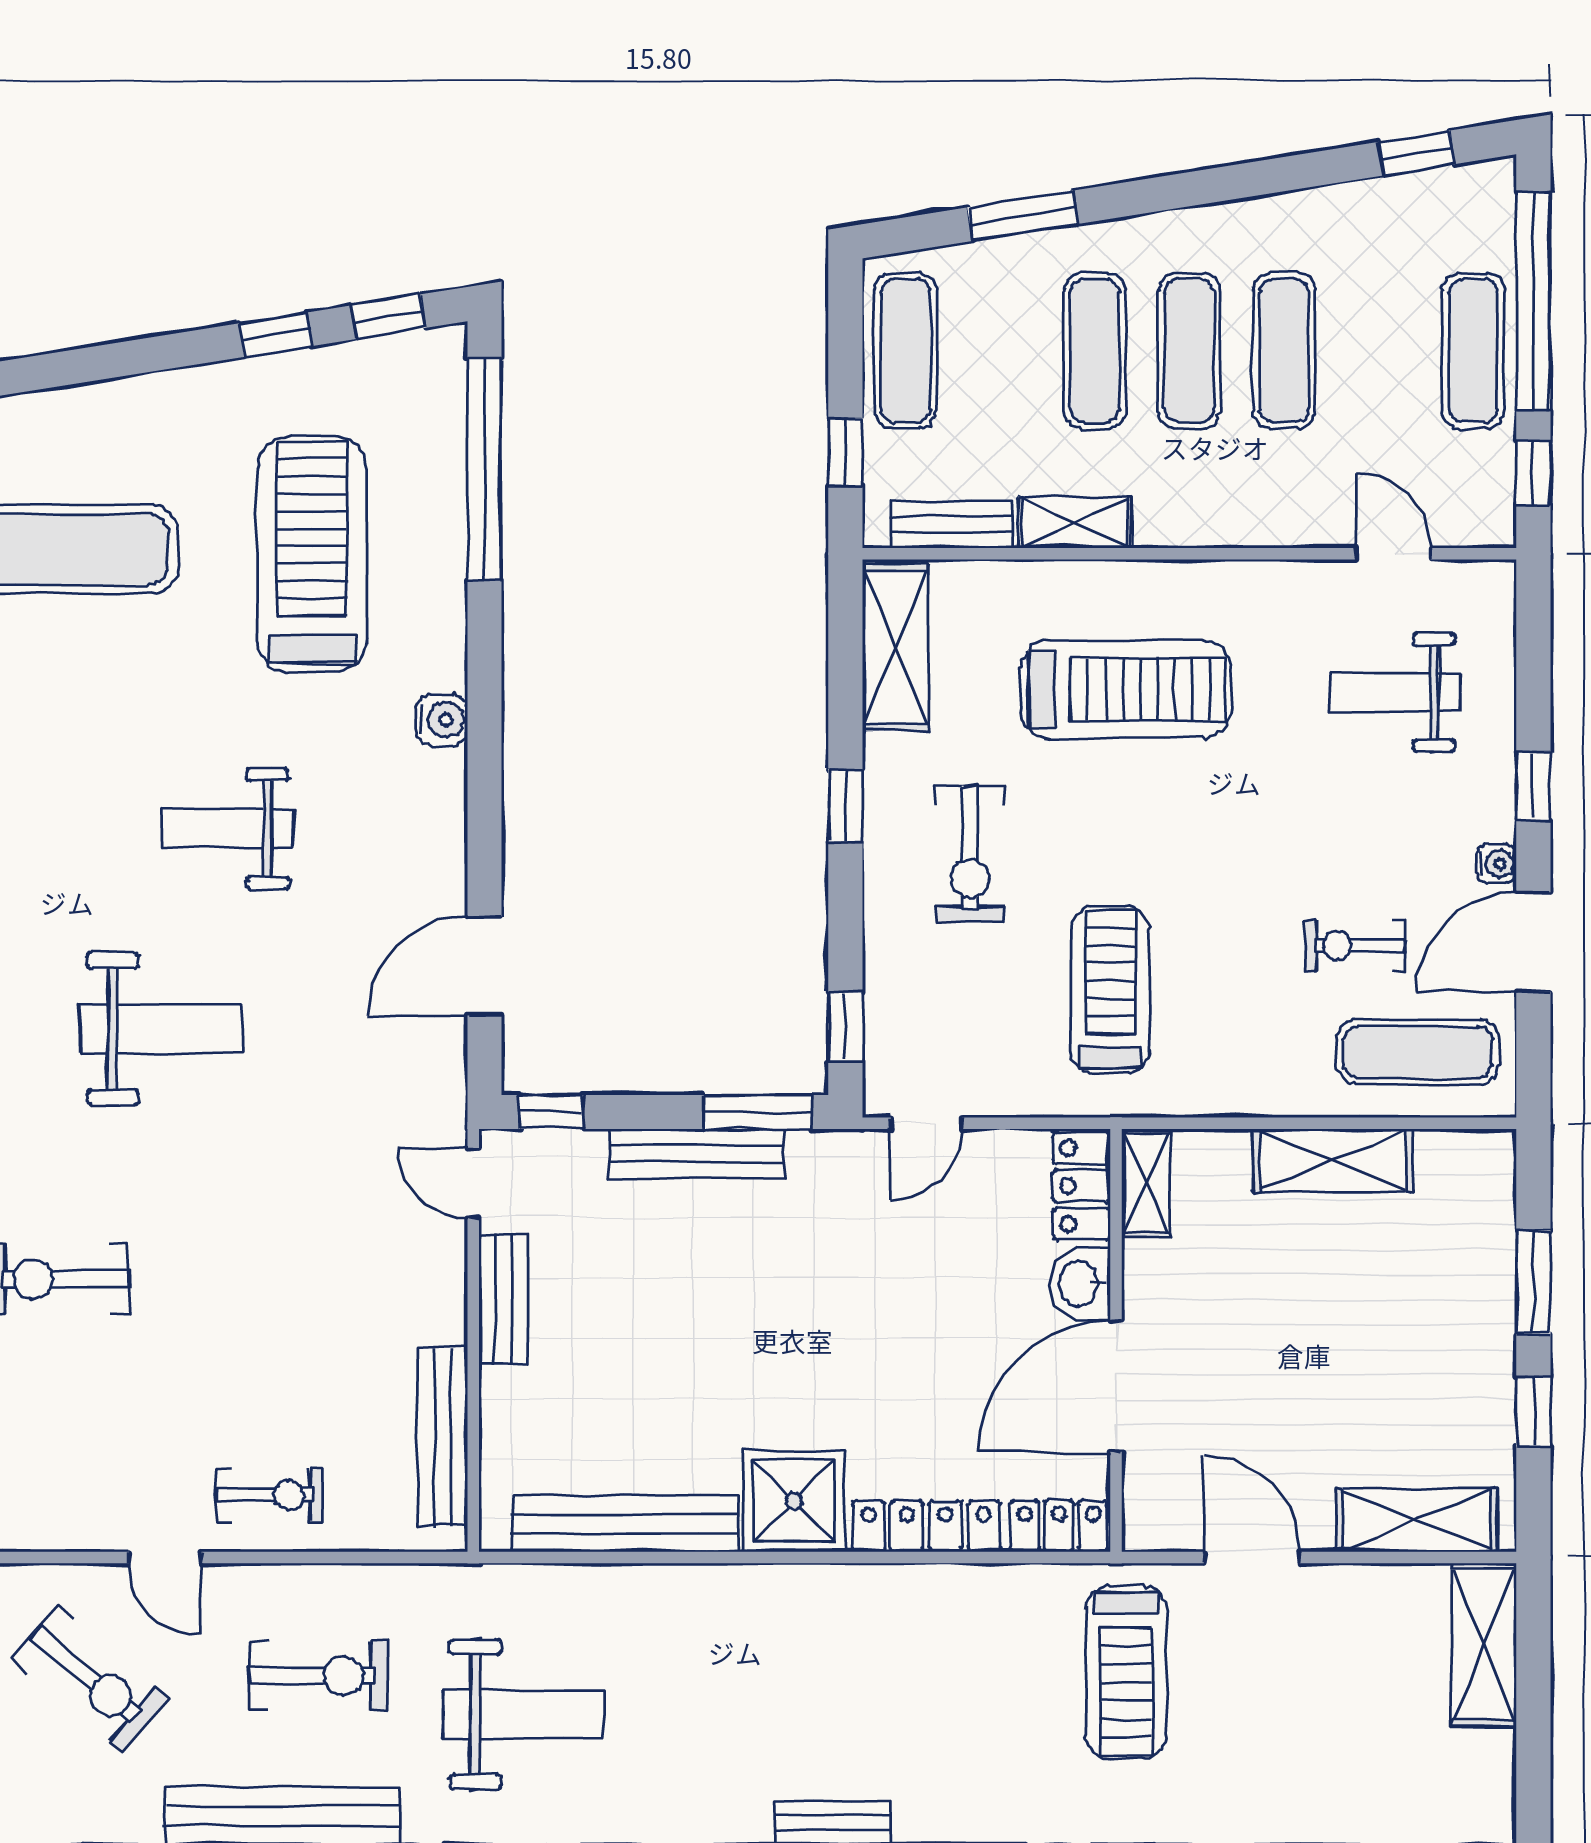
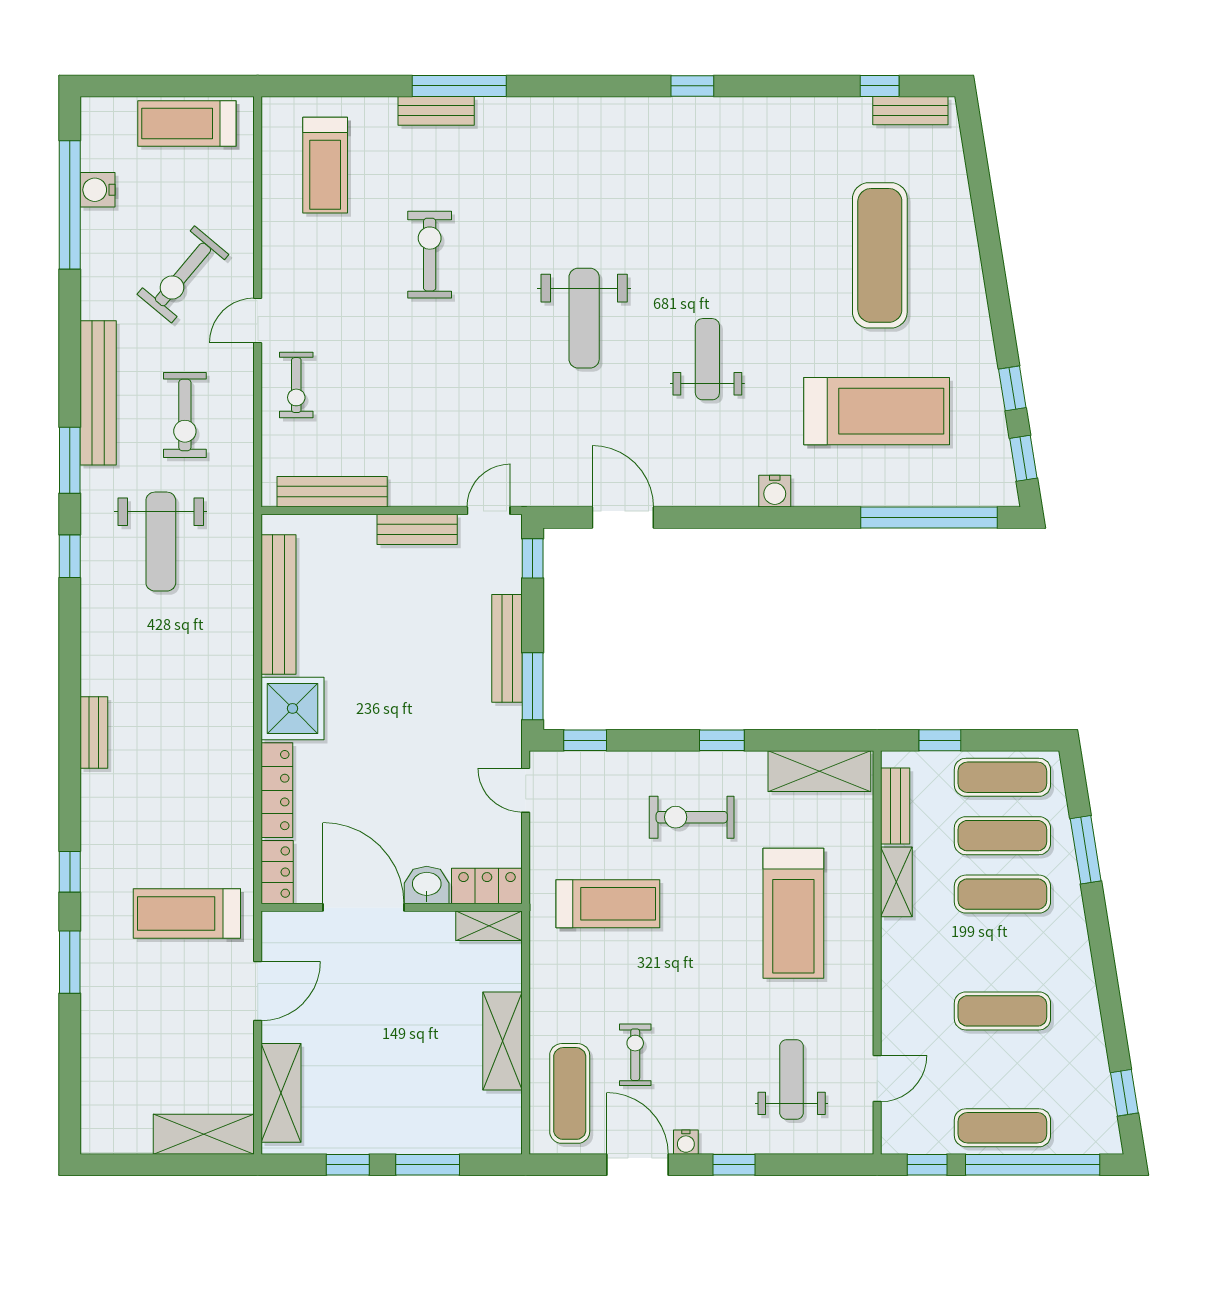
exercise mat: (1189, 351) -> (1002, 836), moved

